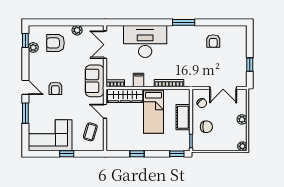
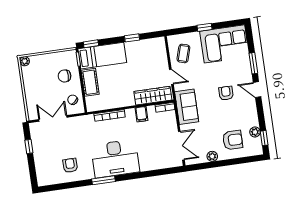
desk: (145, 41) -> (115, 159), moved
bed: (153, 111) -> (102, 56), moved, turned 90
plant: (242, 119) -> (29, 89), removed

